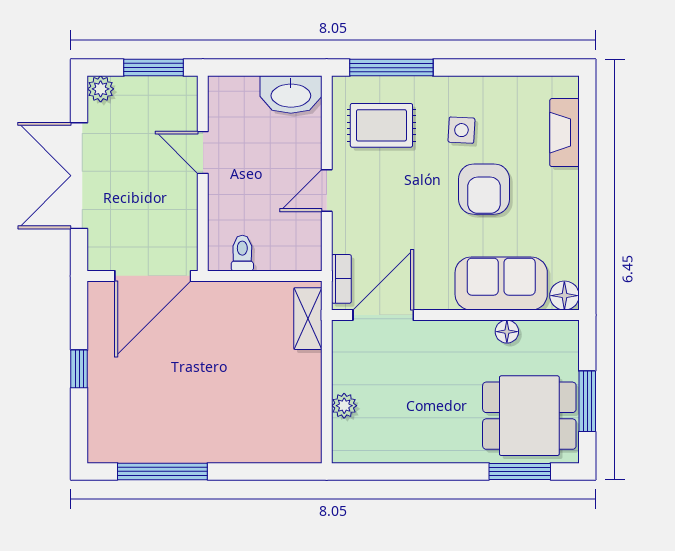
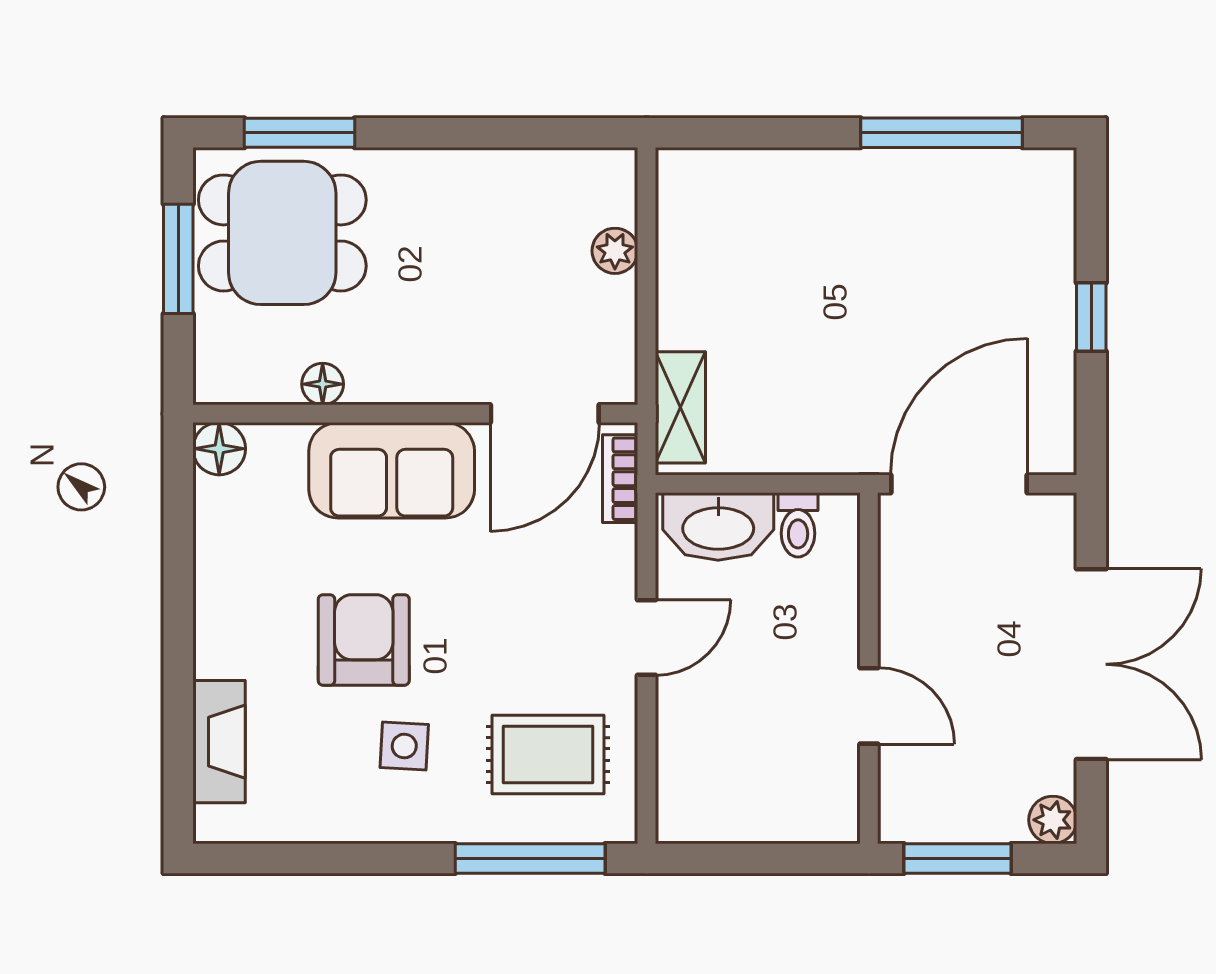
washbasin: (291, 94) -> (718, 526), moved, turned 180
sofa: (501, 284) -> (392, 470), moved

